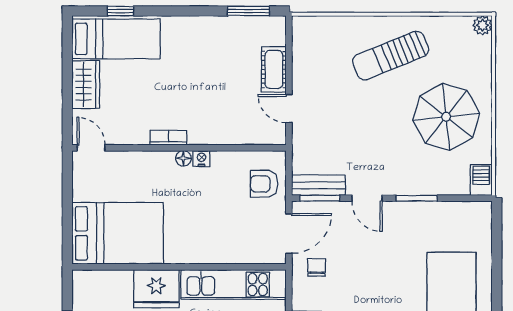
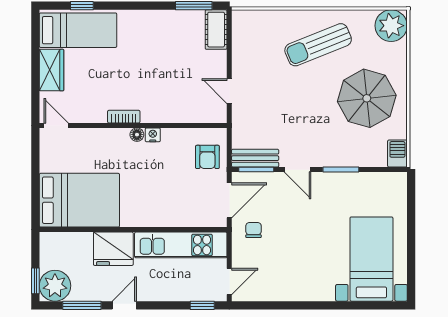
plant: (482, 25) -> (391, 26), width x1.87, depth x1.87
cot: (274, 69) -> (216, 30), moved
armchair: (264, 184) -> (207, 157), turned -90

